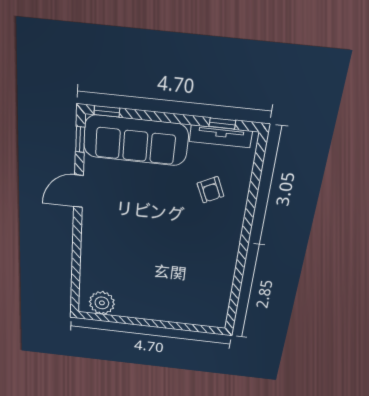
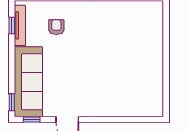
armchair: (210, 190) -> (56, 27), turned -65
plant: (102, 303) -> (153, 98), removed

